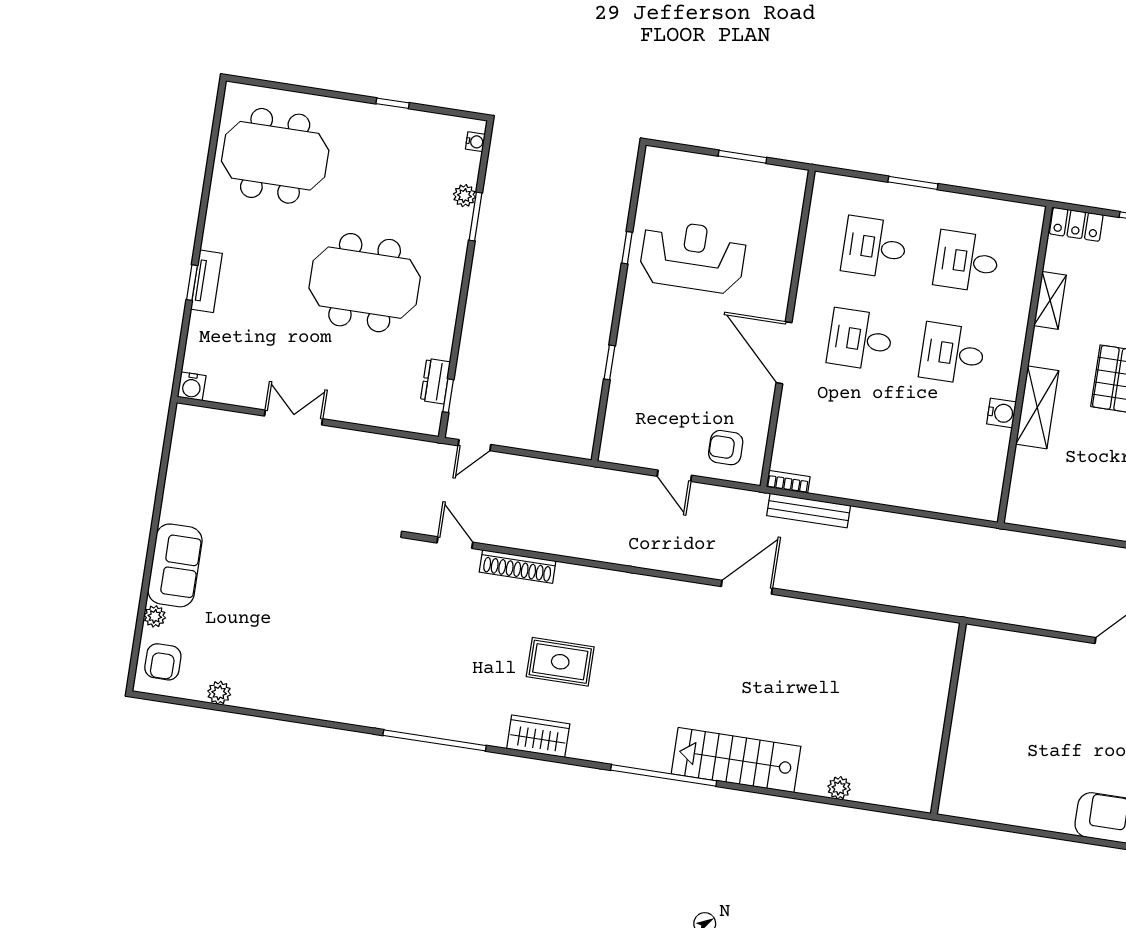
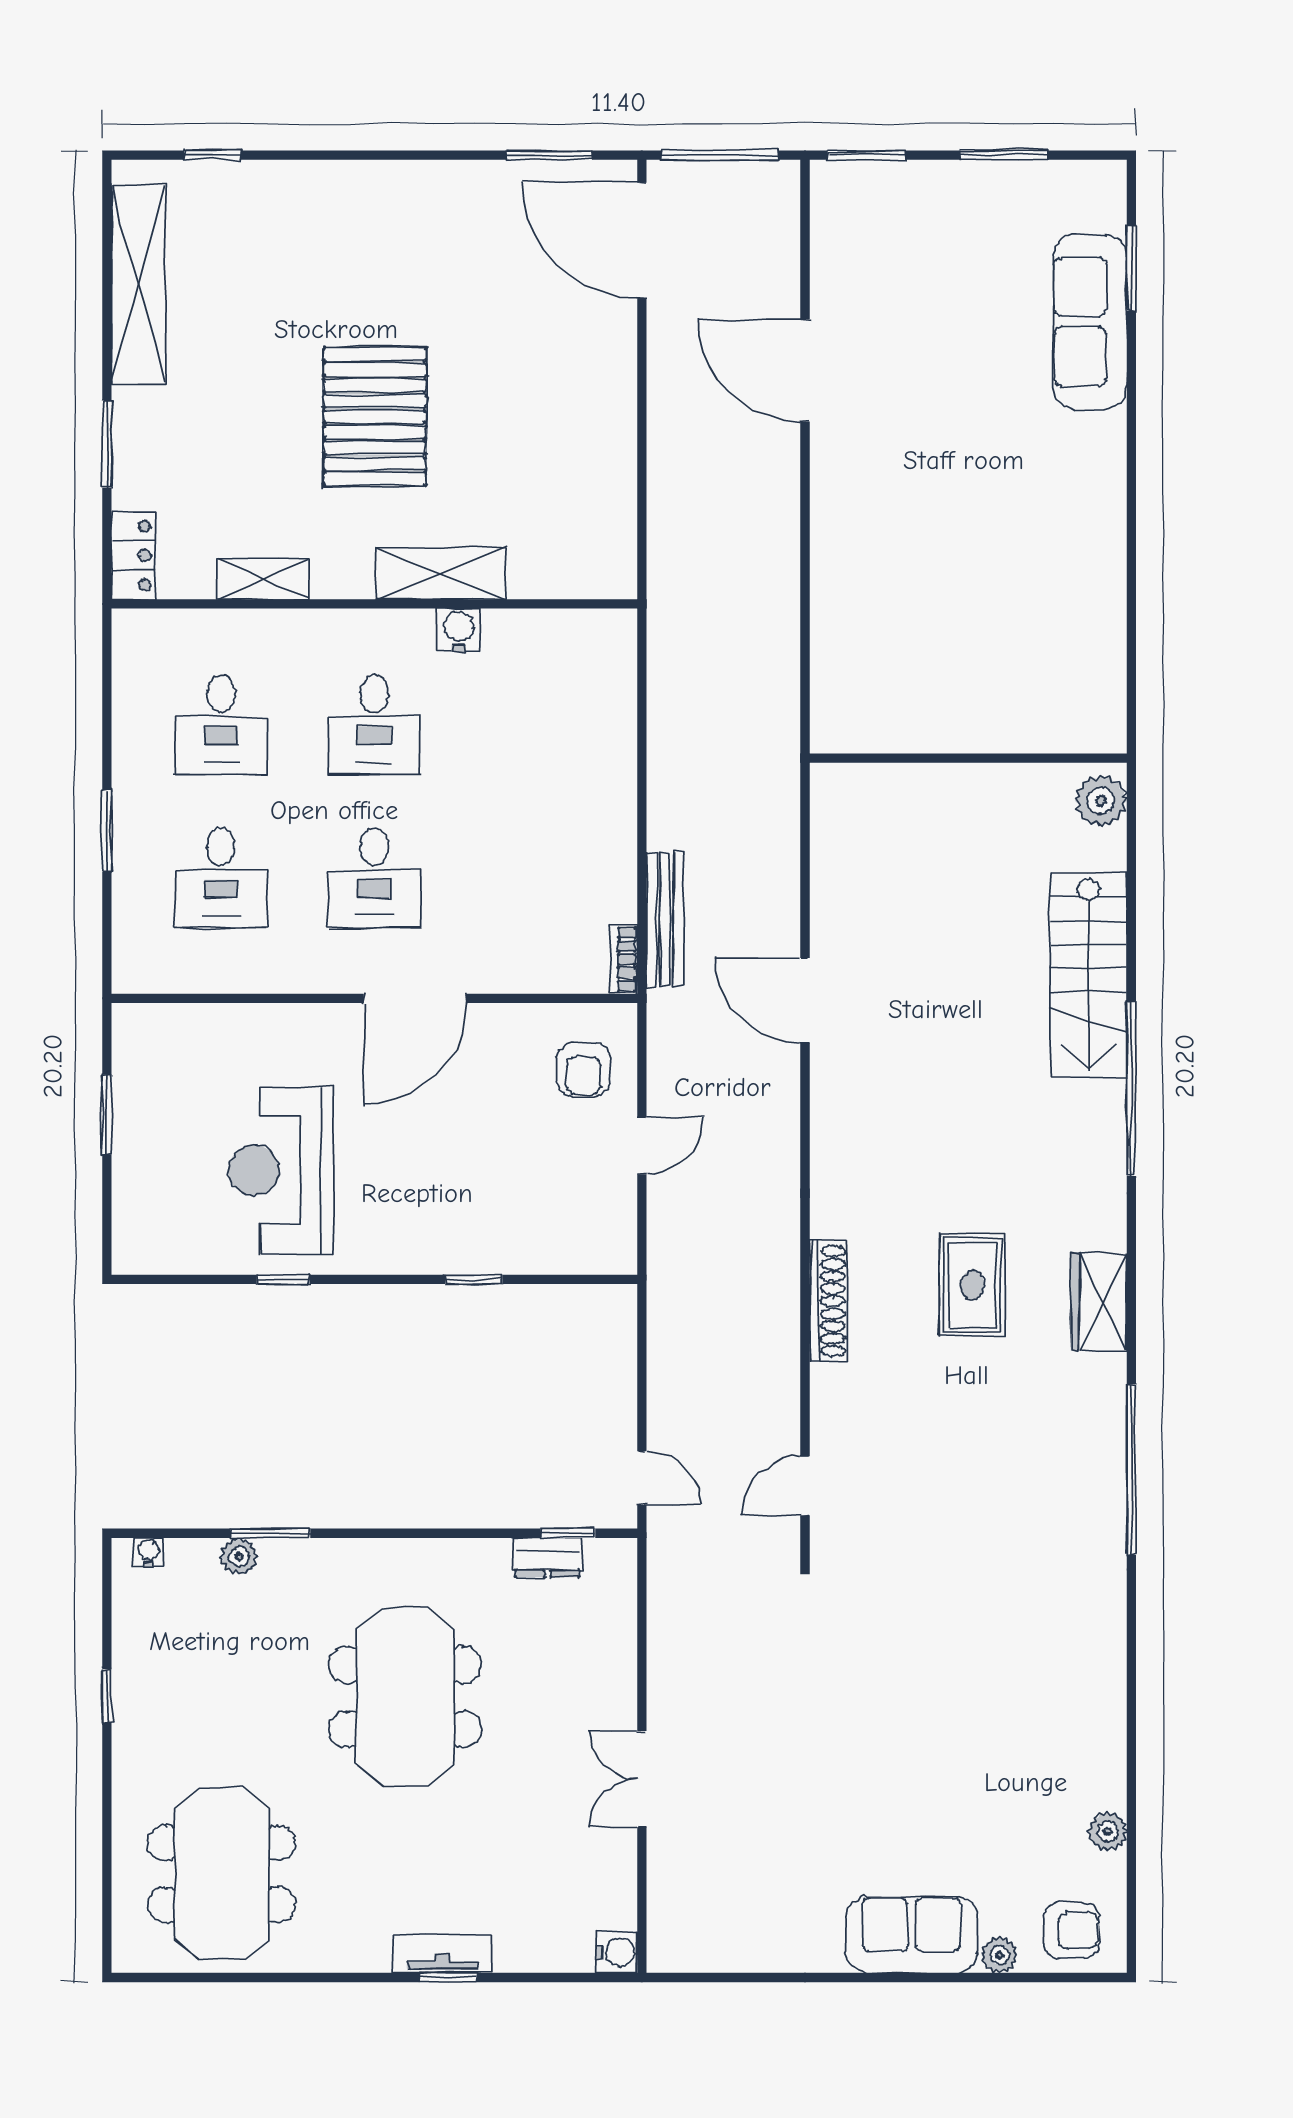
shoe rack: (518, 567) -> (828, 1301), moved
wall: (948, 719) -> (968, 758), moved
plant: (839, 788) -> (1101, 801), width x1.38, depth x1.38

